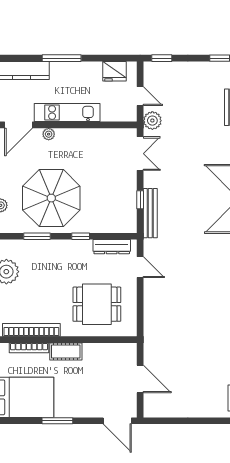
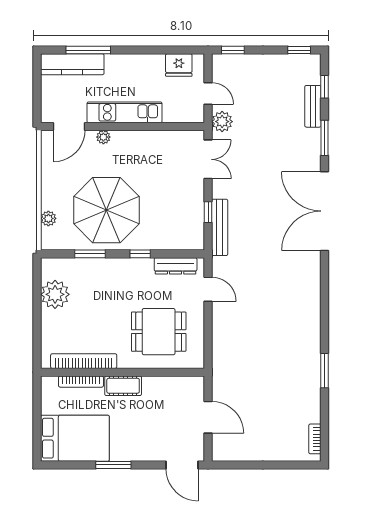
window: (62, 58) -> (88, 50), moved

